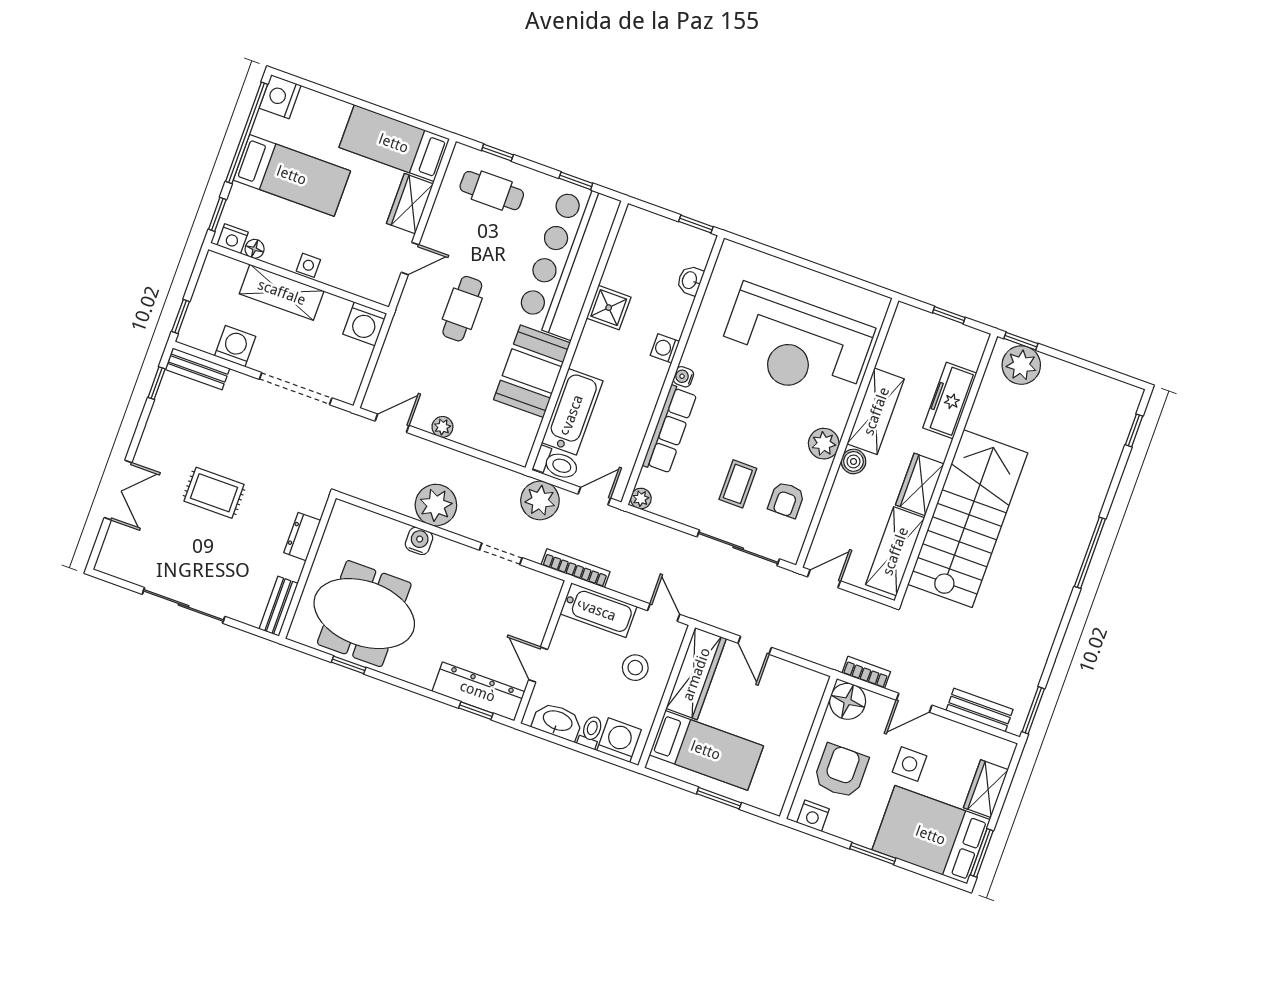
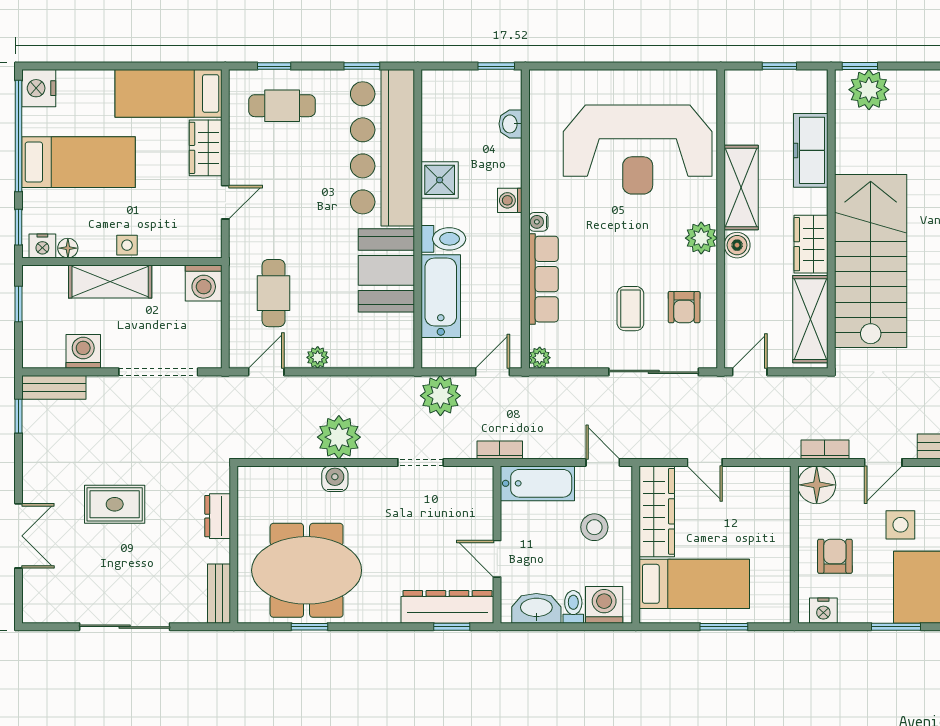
cafe table: (462, 309) -> (274, 293), moved
window: (181, 316) -> (19, 304), moved
toilet: (556, 464) -> (443, 239), moved
bookcase: (576, 568) -> (500, 450), width x0.64
armchair: (841, 771) -> (835, 556), width x0.72, depth x0.72

